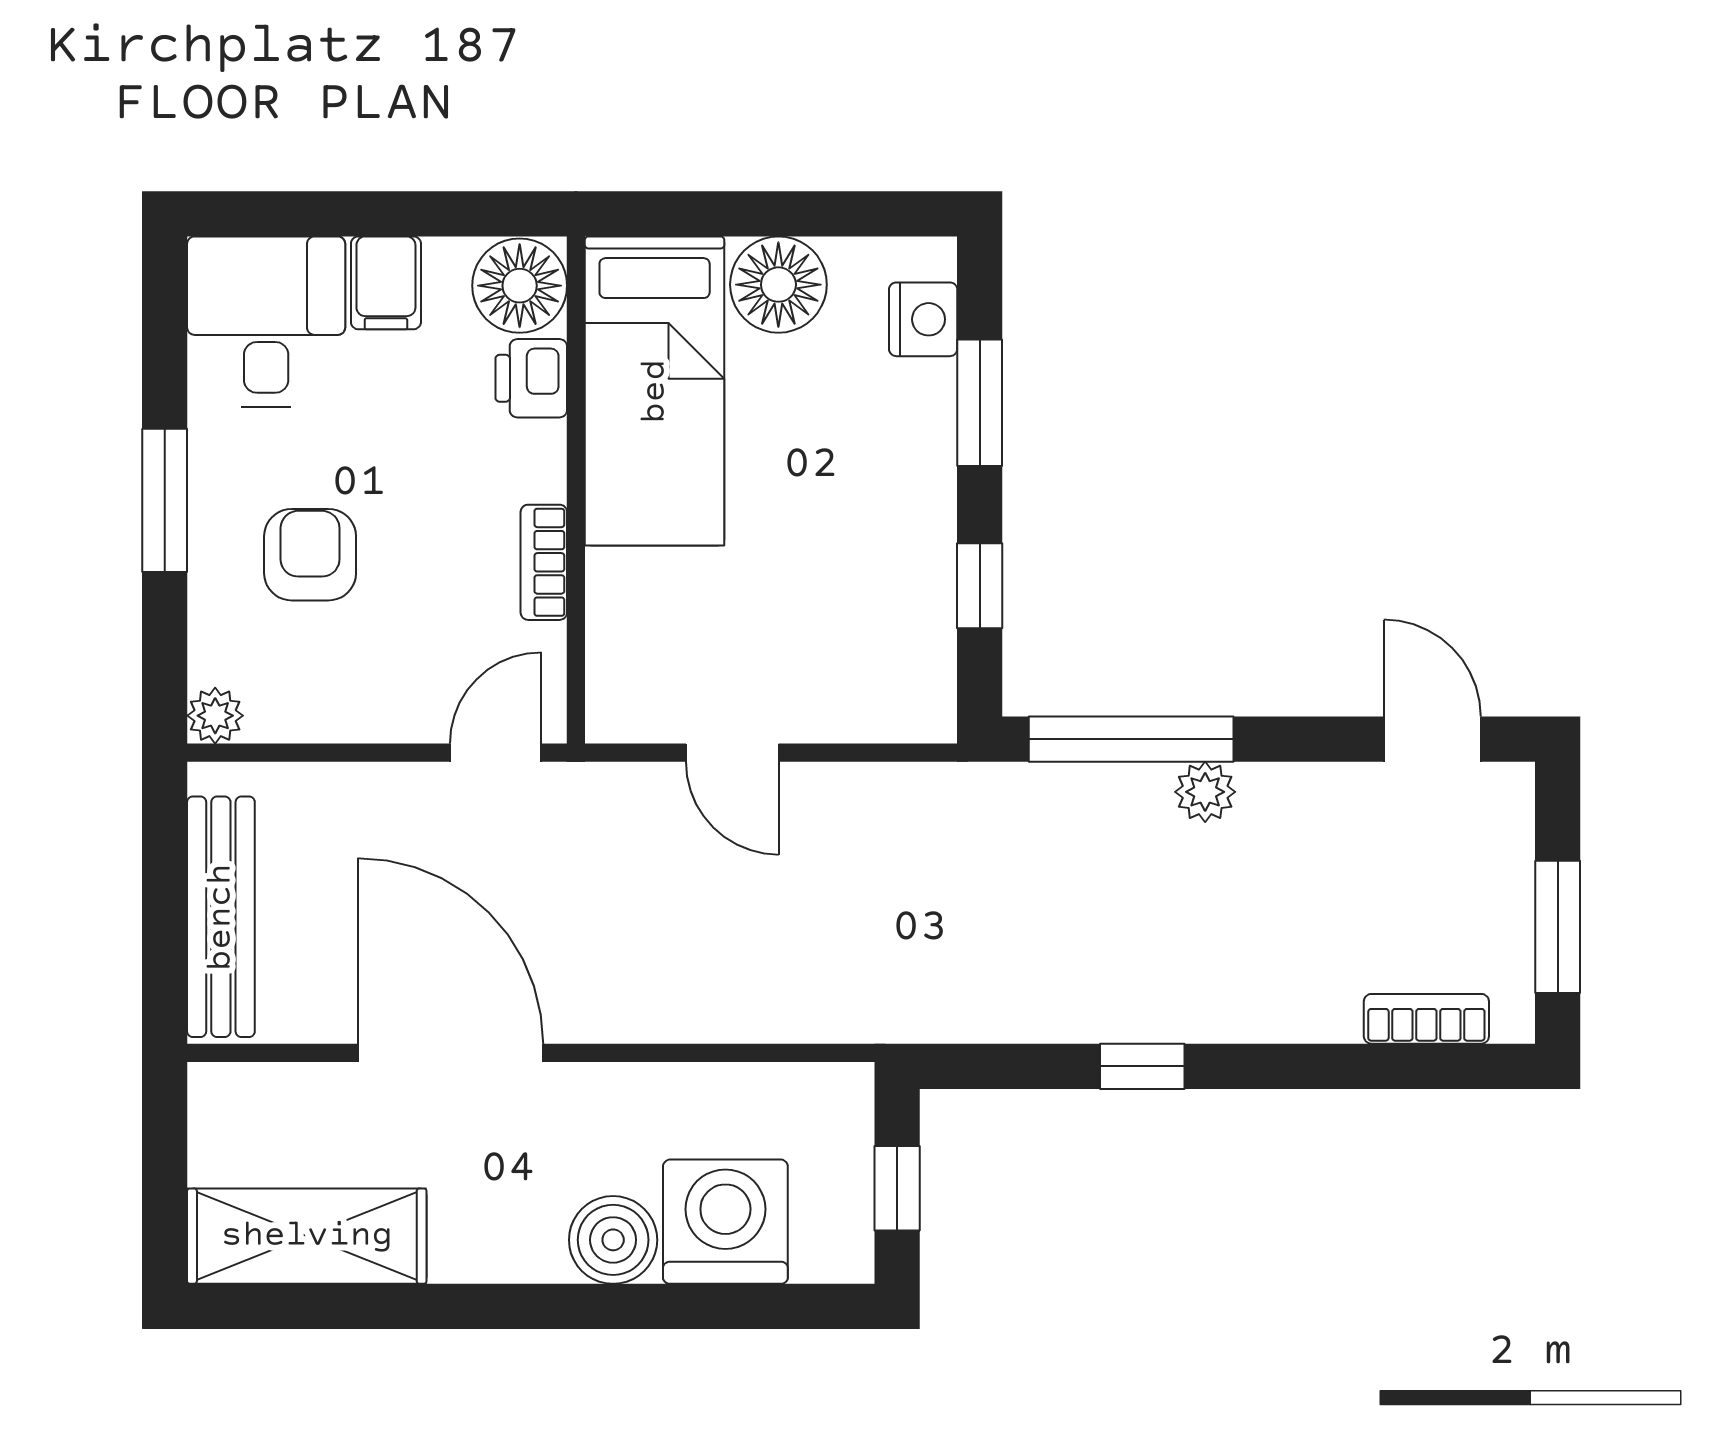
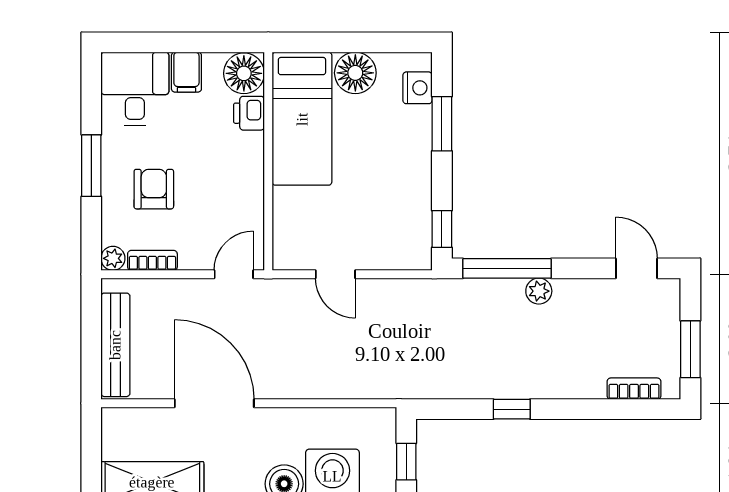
bookcase: (544, 562) -> (152, 260), moved, turned 90
window: (980, 586) -> (442, 229), moved

